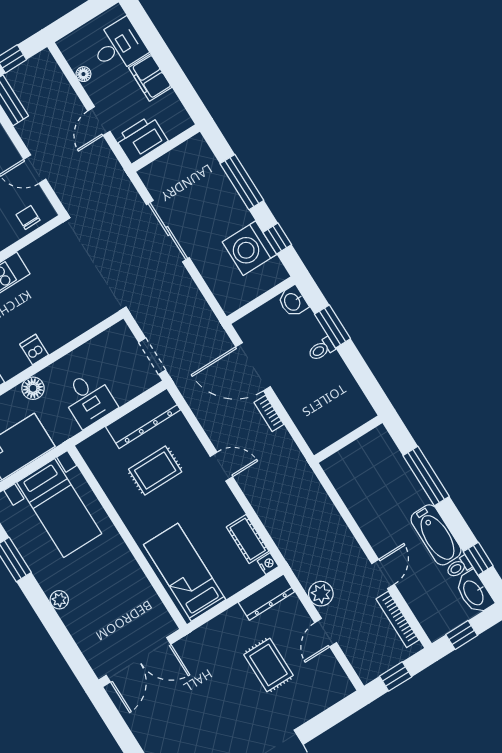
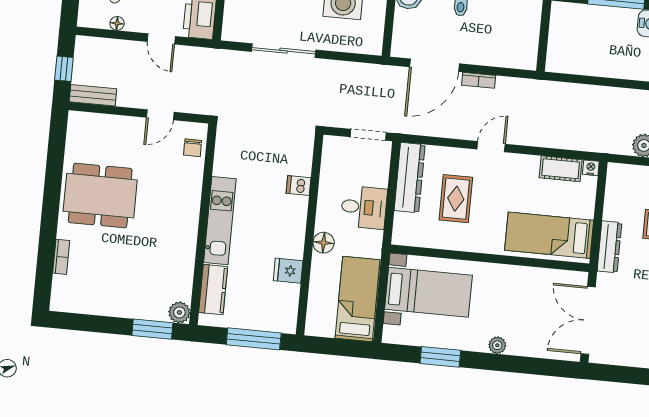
chair: (28, 217) -> (193, 148), turned -90
dishwasher: (34, 350) -> (298, 186), moved
dresser: (266, 597) -> (609, 247), moved
double door: (138, 660) -> (588, 320), swing flipped

